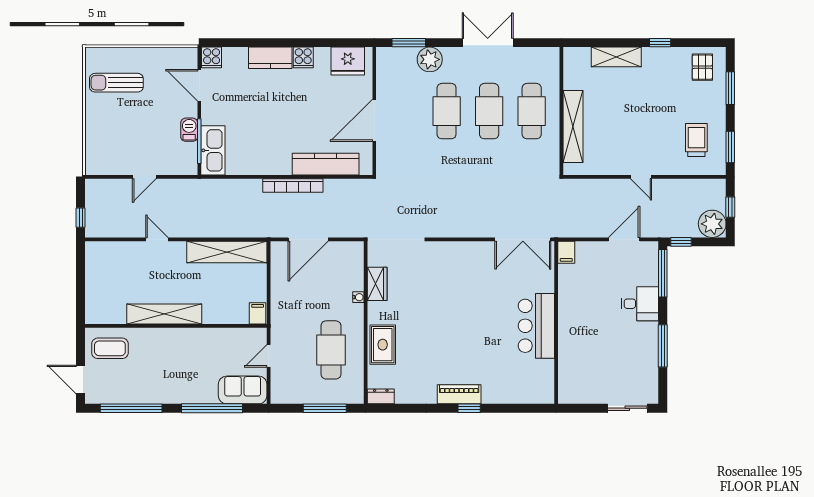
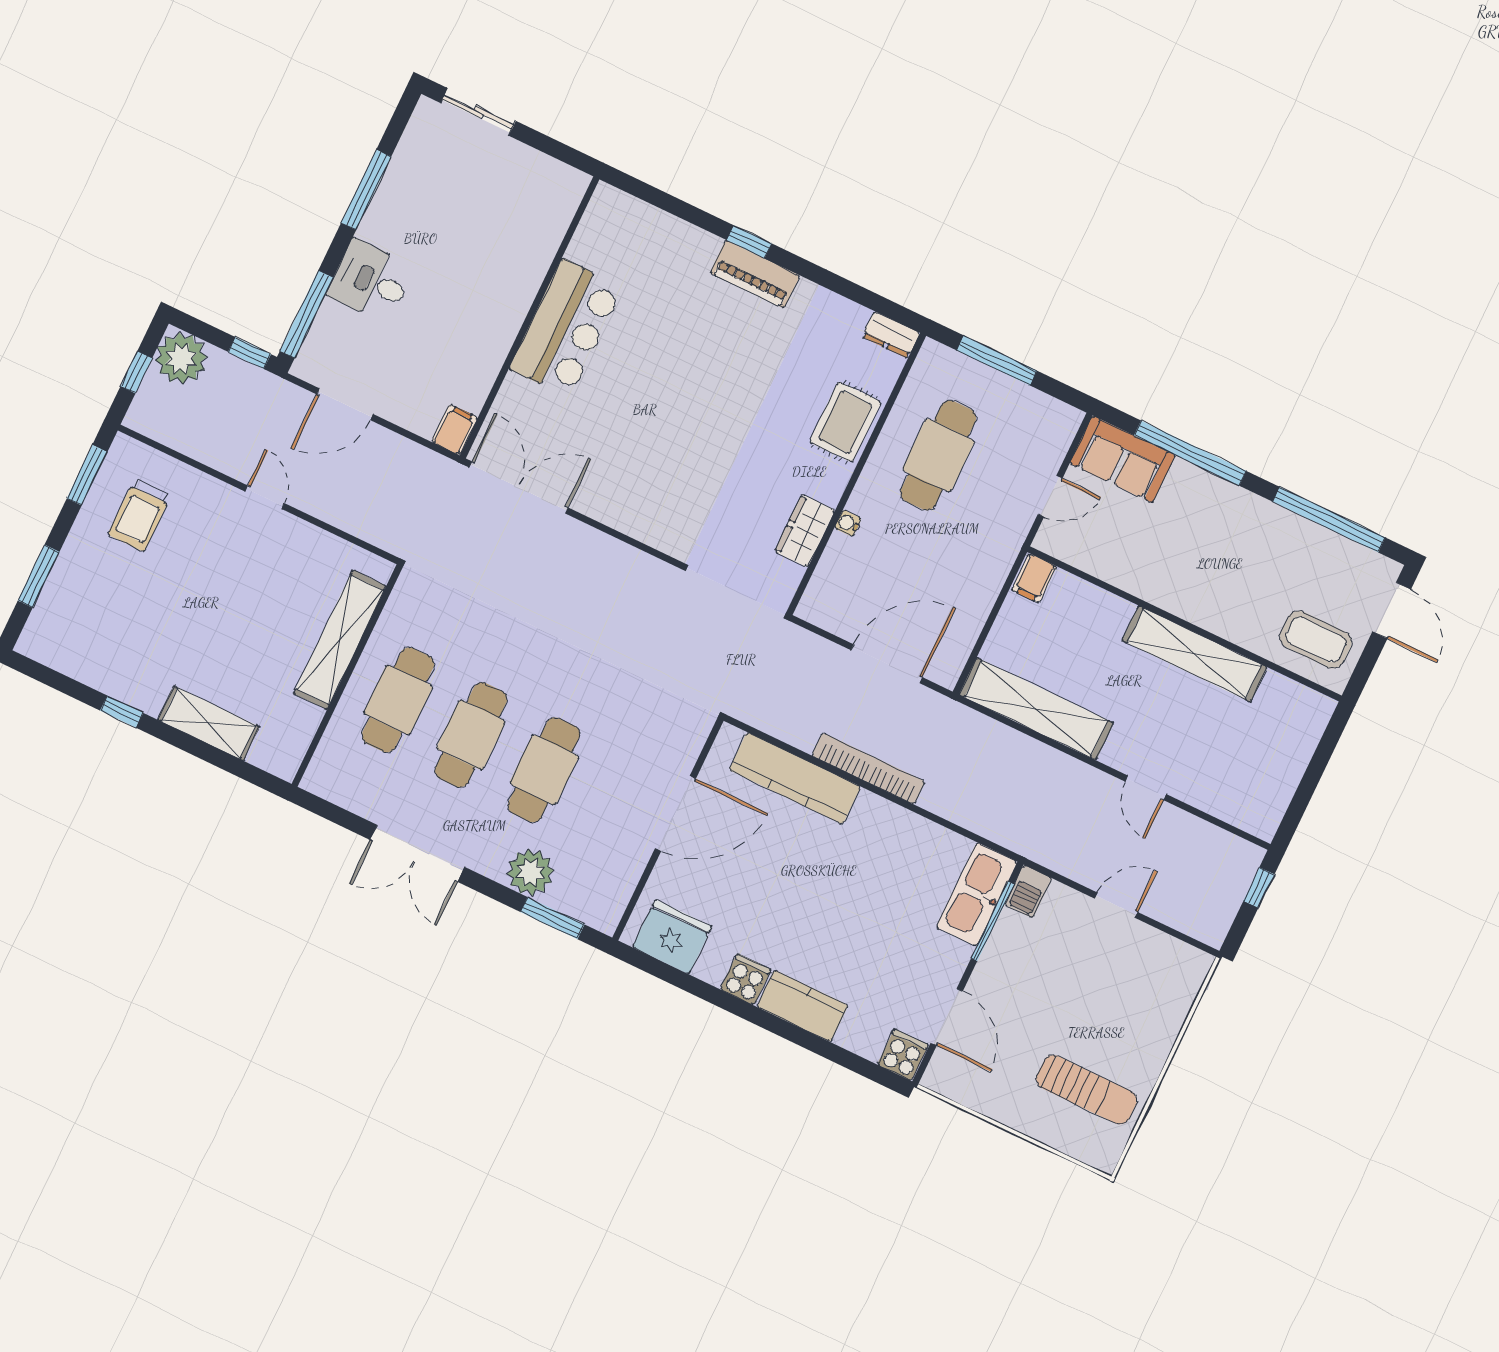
pallet: (702, 67) -> (69, 635), removed
barbecue: (189, 130) -> (1028, 891), moved

